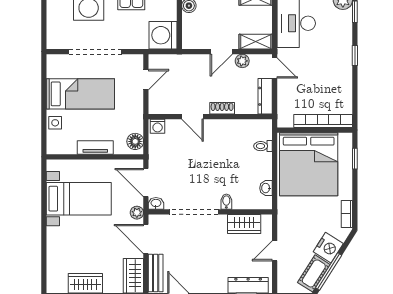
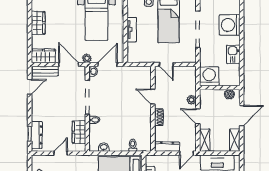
plant: (242, 61) -> (191, 100), moved
door: (146, 80) -> (166, 65), moved
door: (192, 117) -> (153, 97), hinge flipped
washing machine: (158, 126) -> (146, 73), removed
floor lamp: (135, 141) -> (136, 57), removed
door: (146, 239) -> (69, 65), hinge flipped
door: (275, 251) -> (60, 153), hinge flipped

